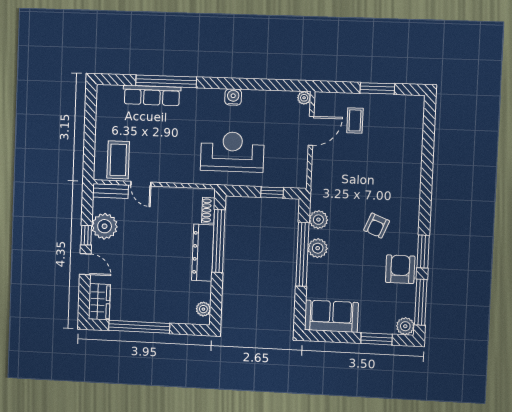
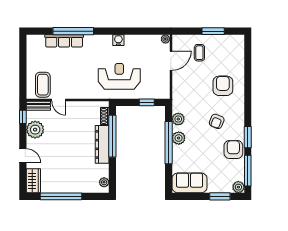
armchair: (389, 172) -> (223, 86), added
window: (86, 235) -> (23, 117), moved

